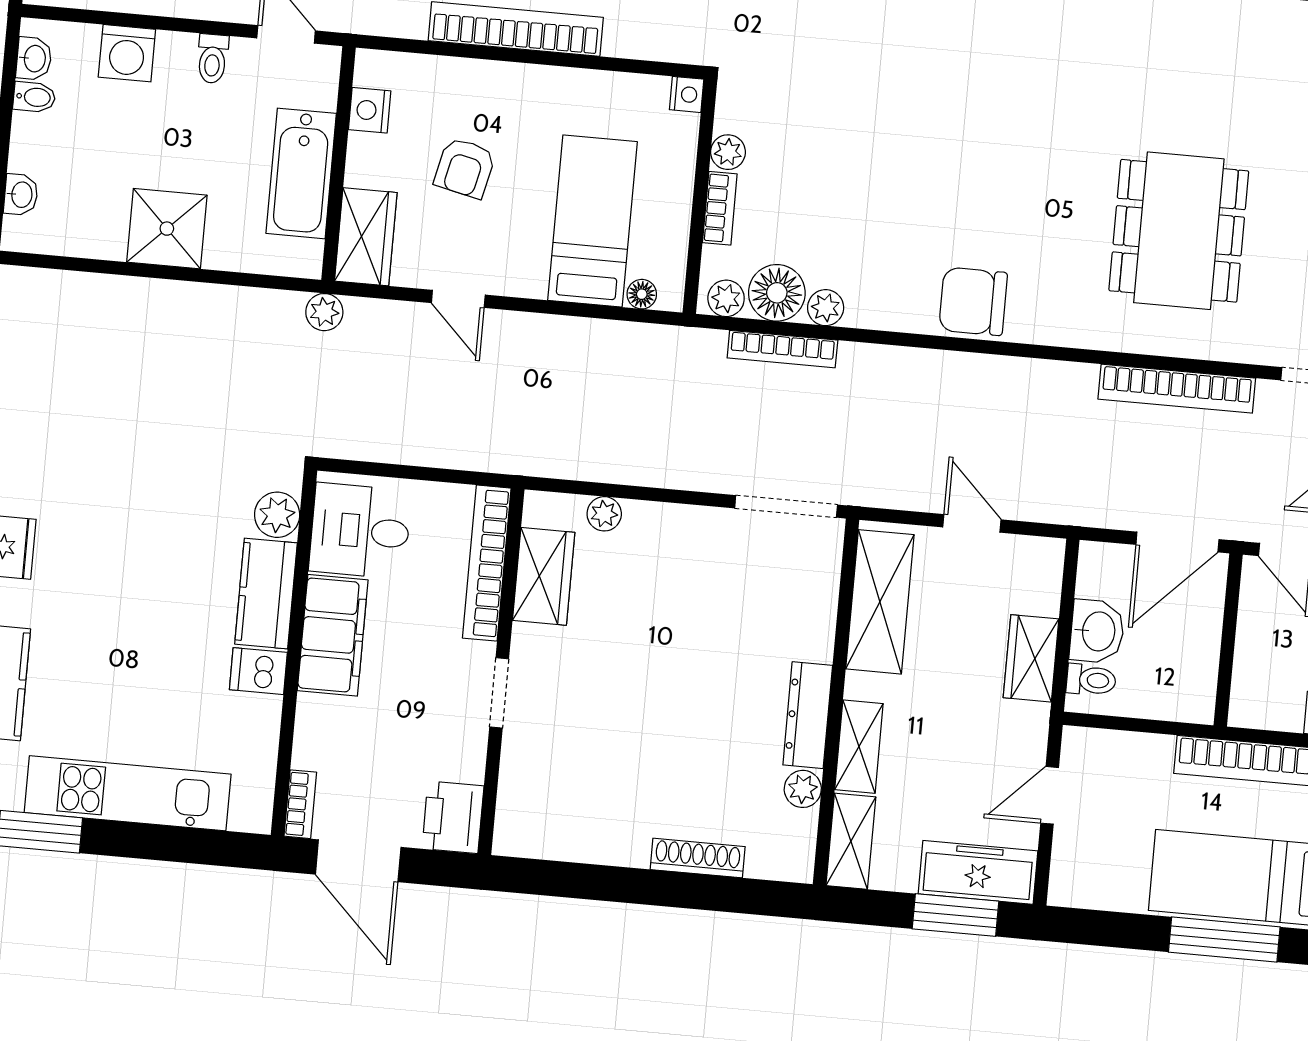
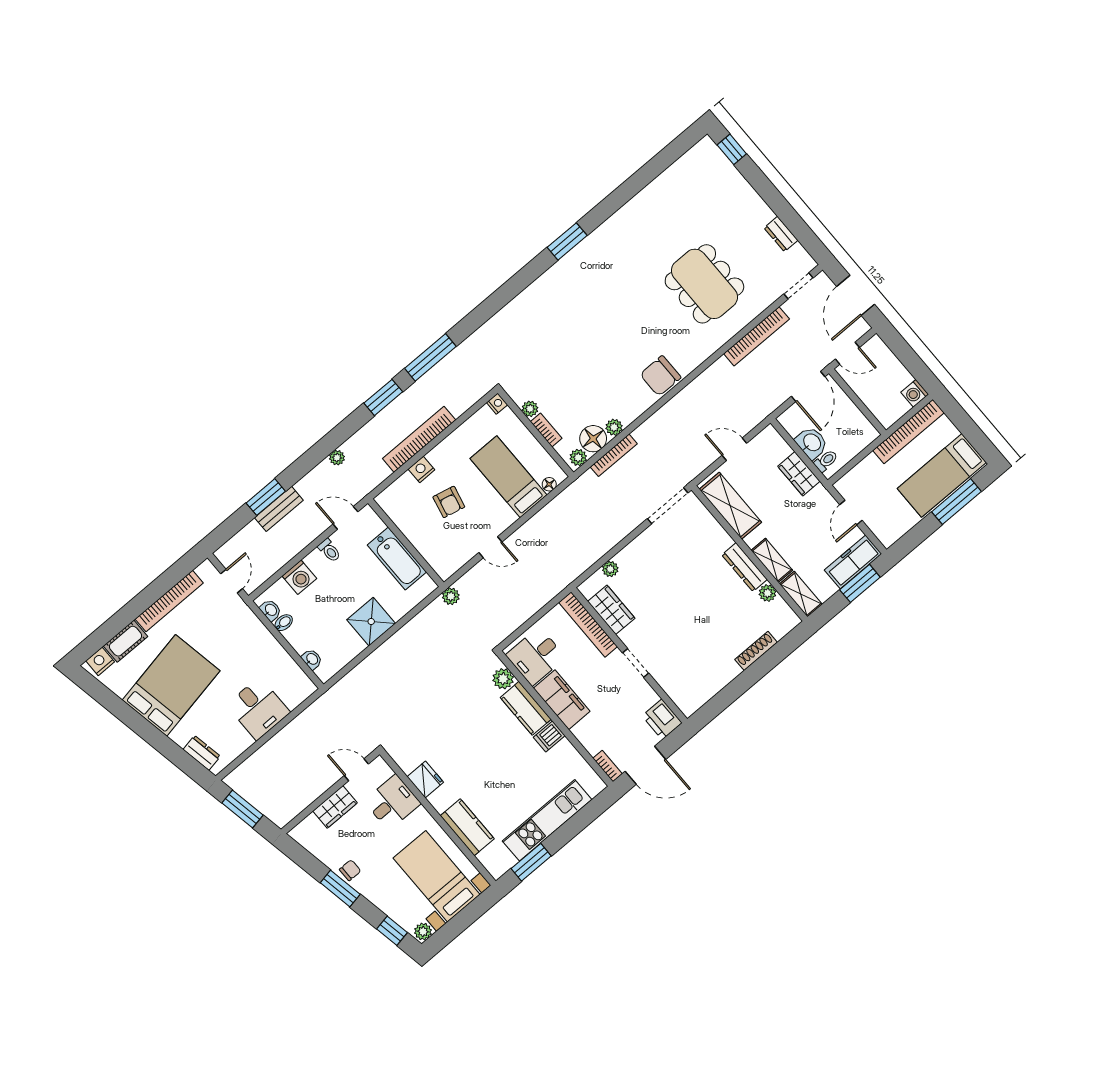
nightstand: (370, 110) -> (421, 469), moved, turned 90
wardrobe: (366, 237) -> (439, 558), removed

